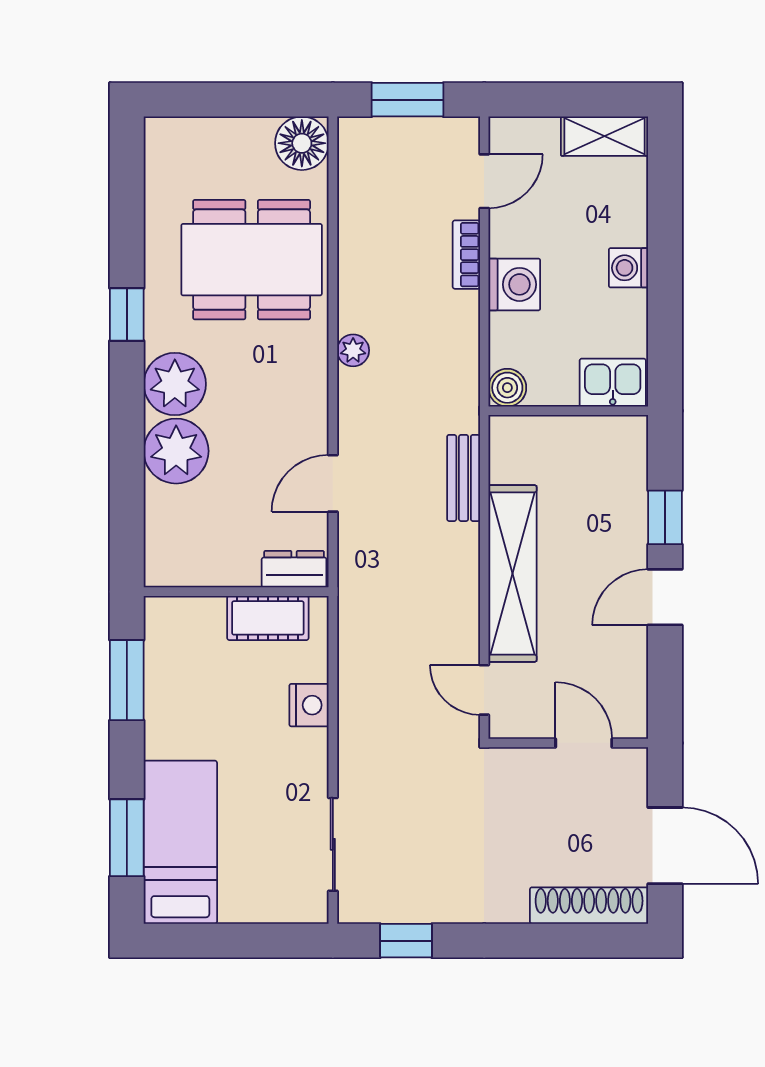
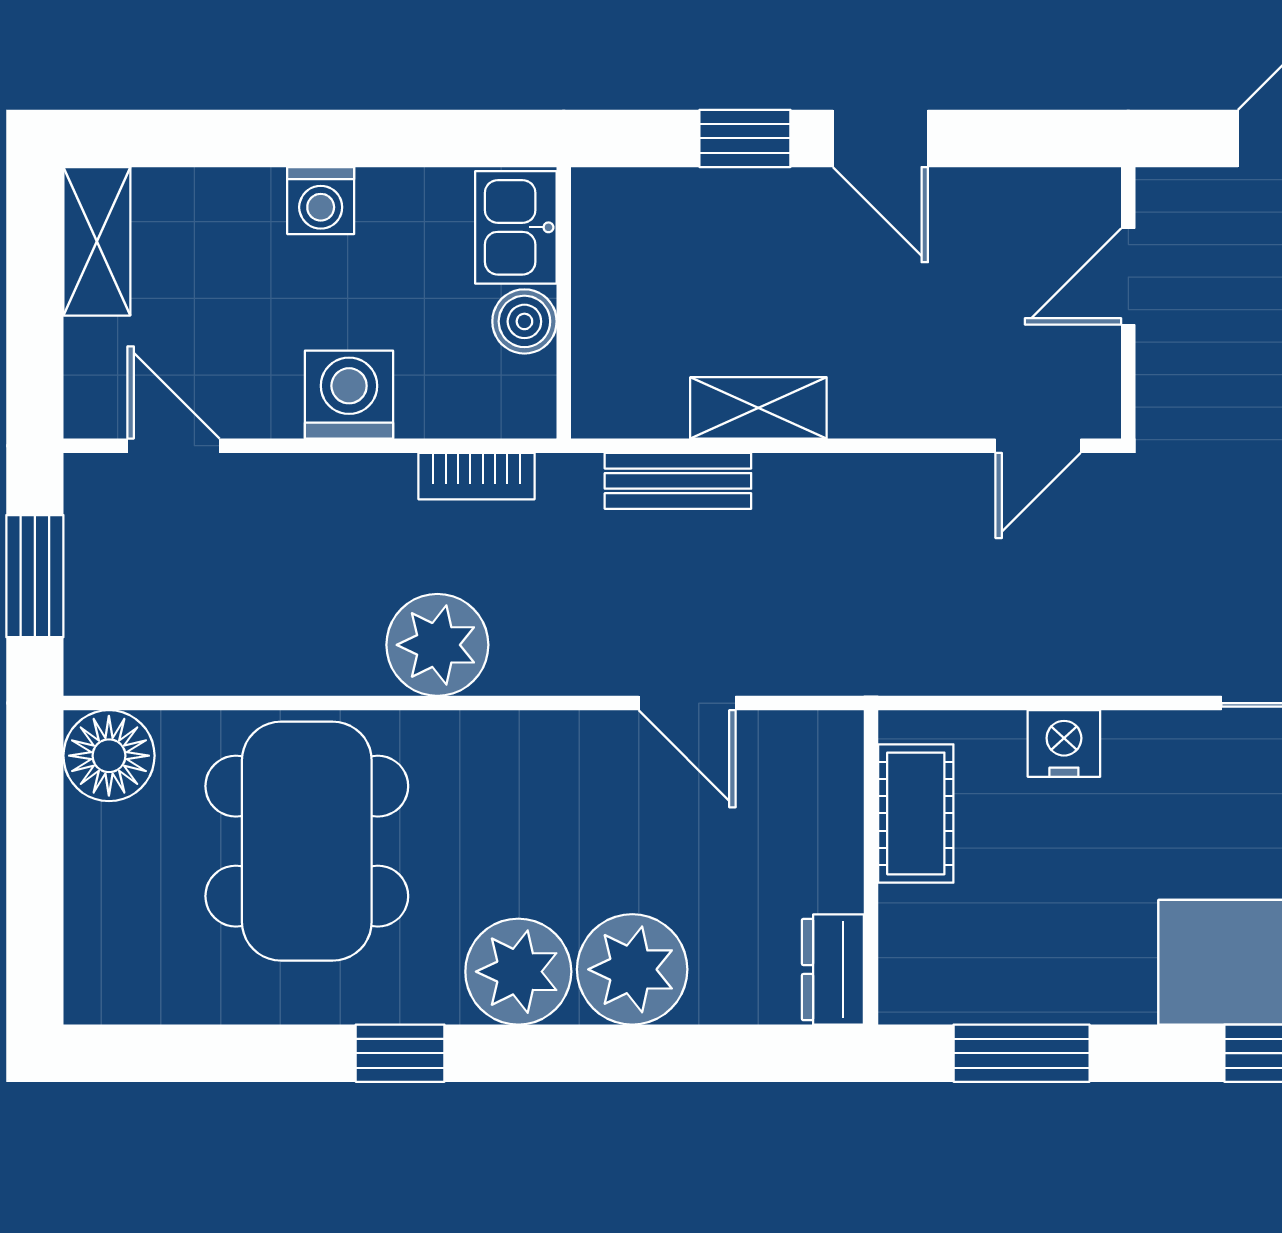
bookcase: (466, 255) -> (476, 476), moved
plant: (353, 350) -> (437, 645), width x1.88, depth x1.88
boiler: (507, 388) -> (524, 321), moved
dresser: (294, 569) -> (833, 970), moved
shelving: (513, 573) -> (758, 408), width x0.45, depth x0.75

